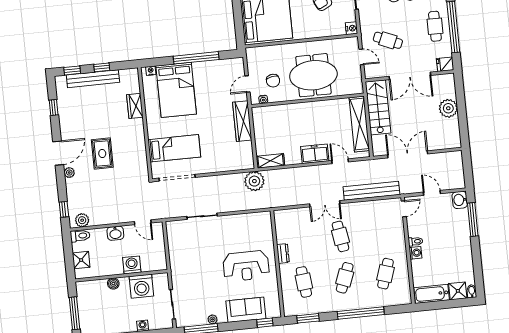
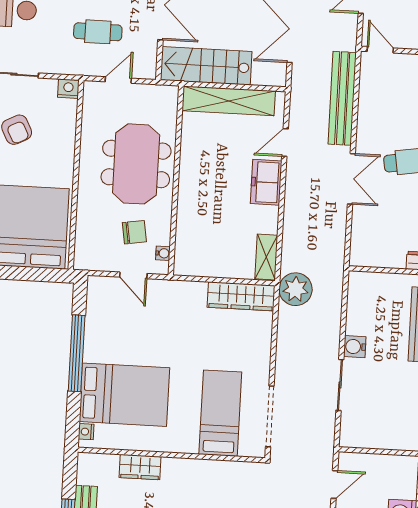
cafe table: (388, 40) -> (98, 32), turned 67
wardrobe: (242, 121) -> (241, 296), moved
water cooler: (226, 221) -> (355, 347), added

